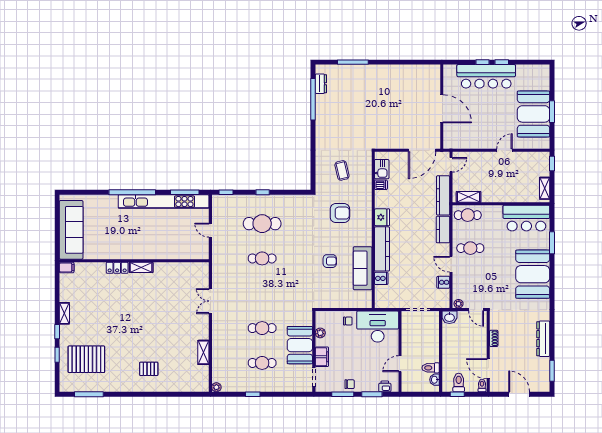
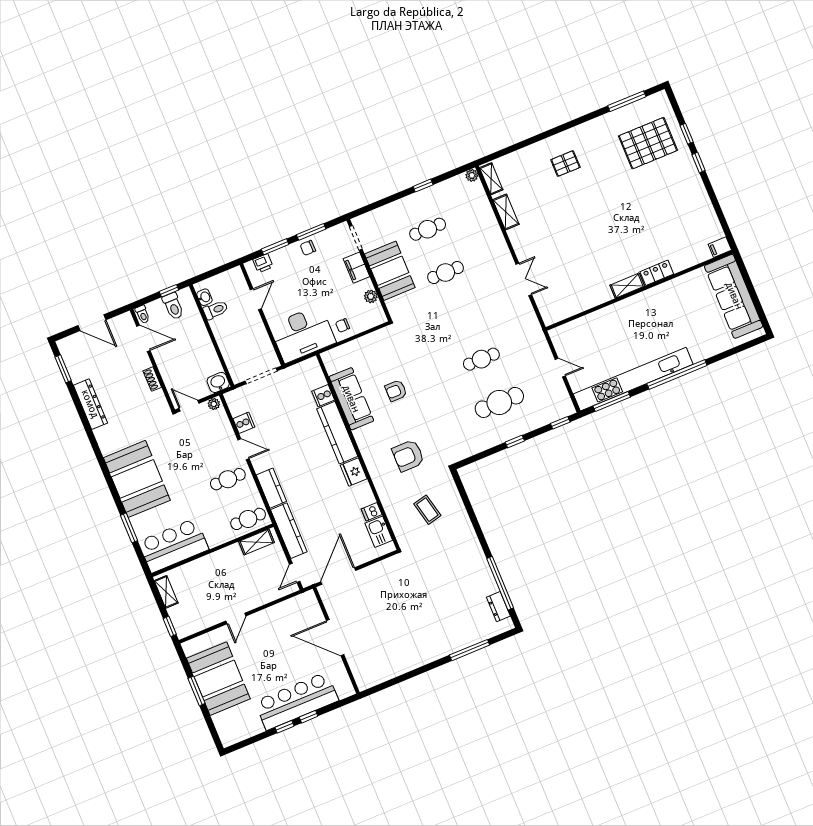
shelving: (64, 313) -> (491, 179), moved

